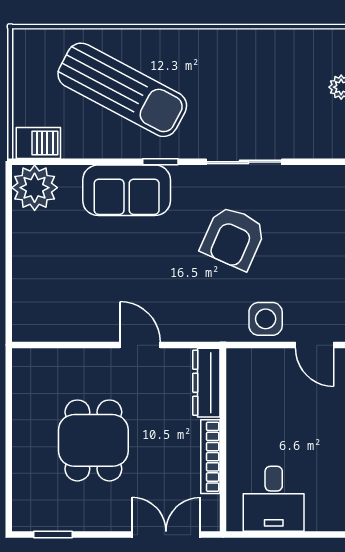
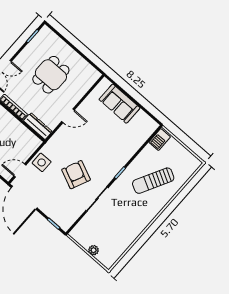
sun lounger: (122, 90) -> (153, 181), width x0.73, depth x0.75
plant: (35, 188) -> (147, 126), removed
sofa: (127, 190) -> (120, 104), moved, turned -90
dining table: (93, 440) -> (51, 75), turned 90

